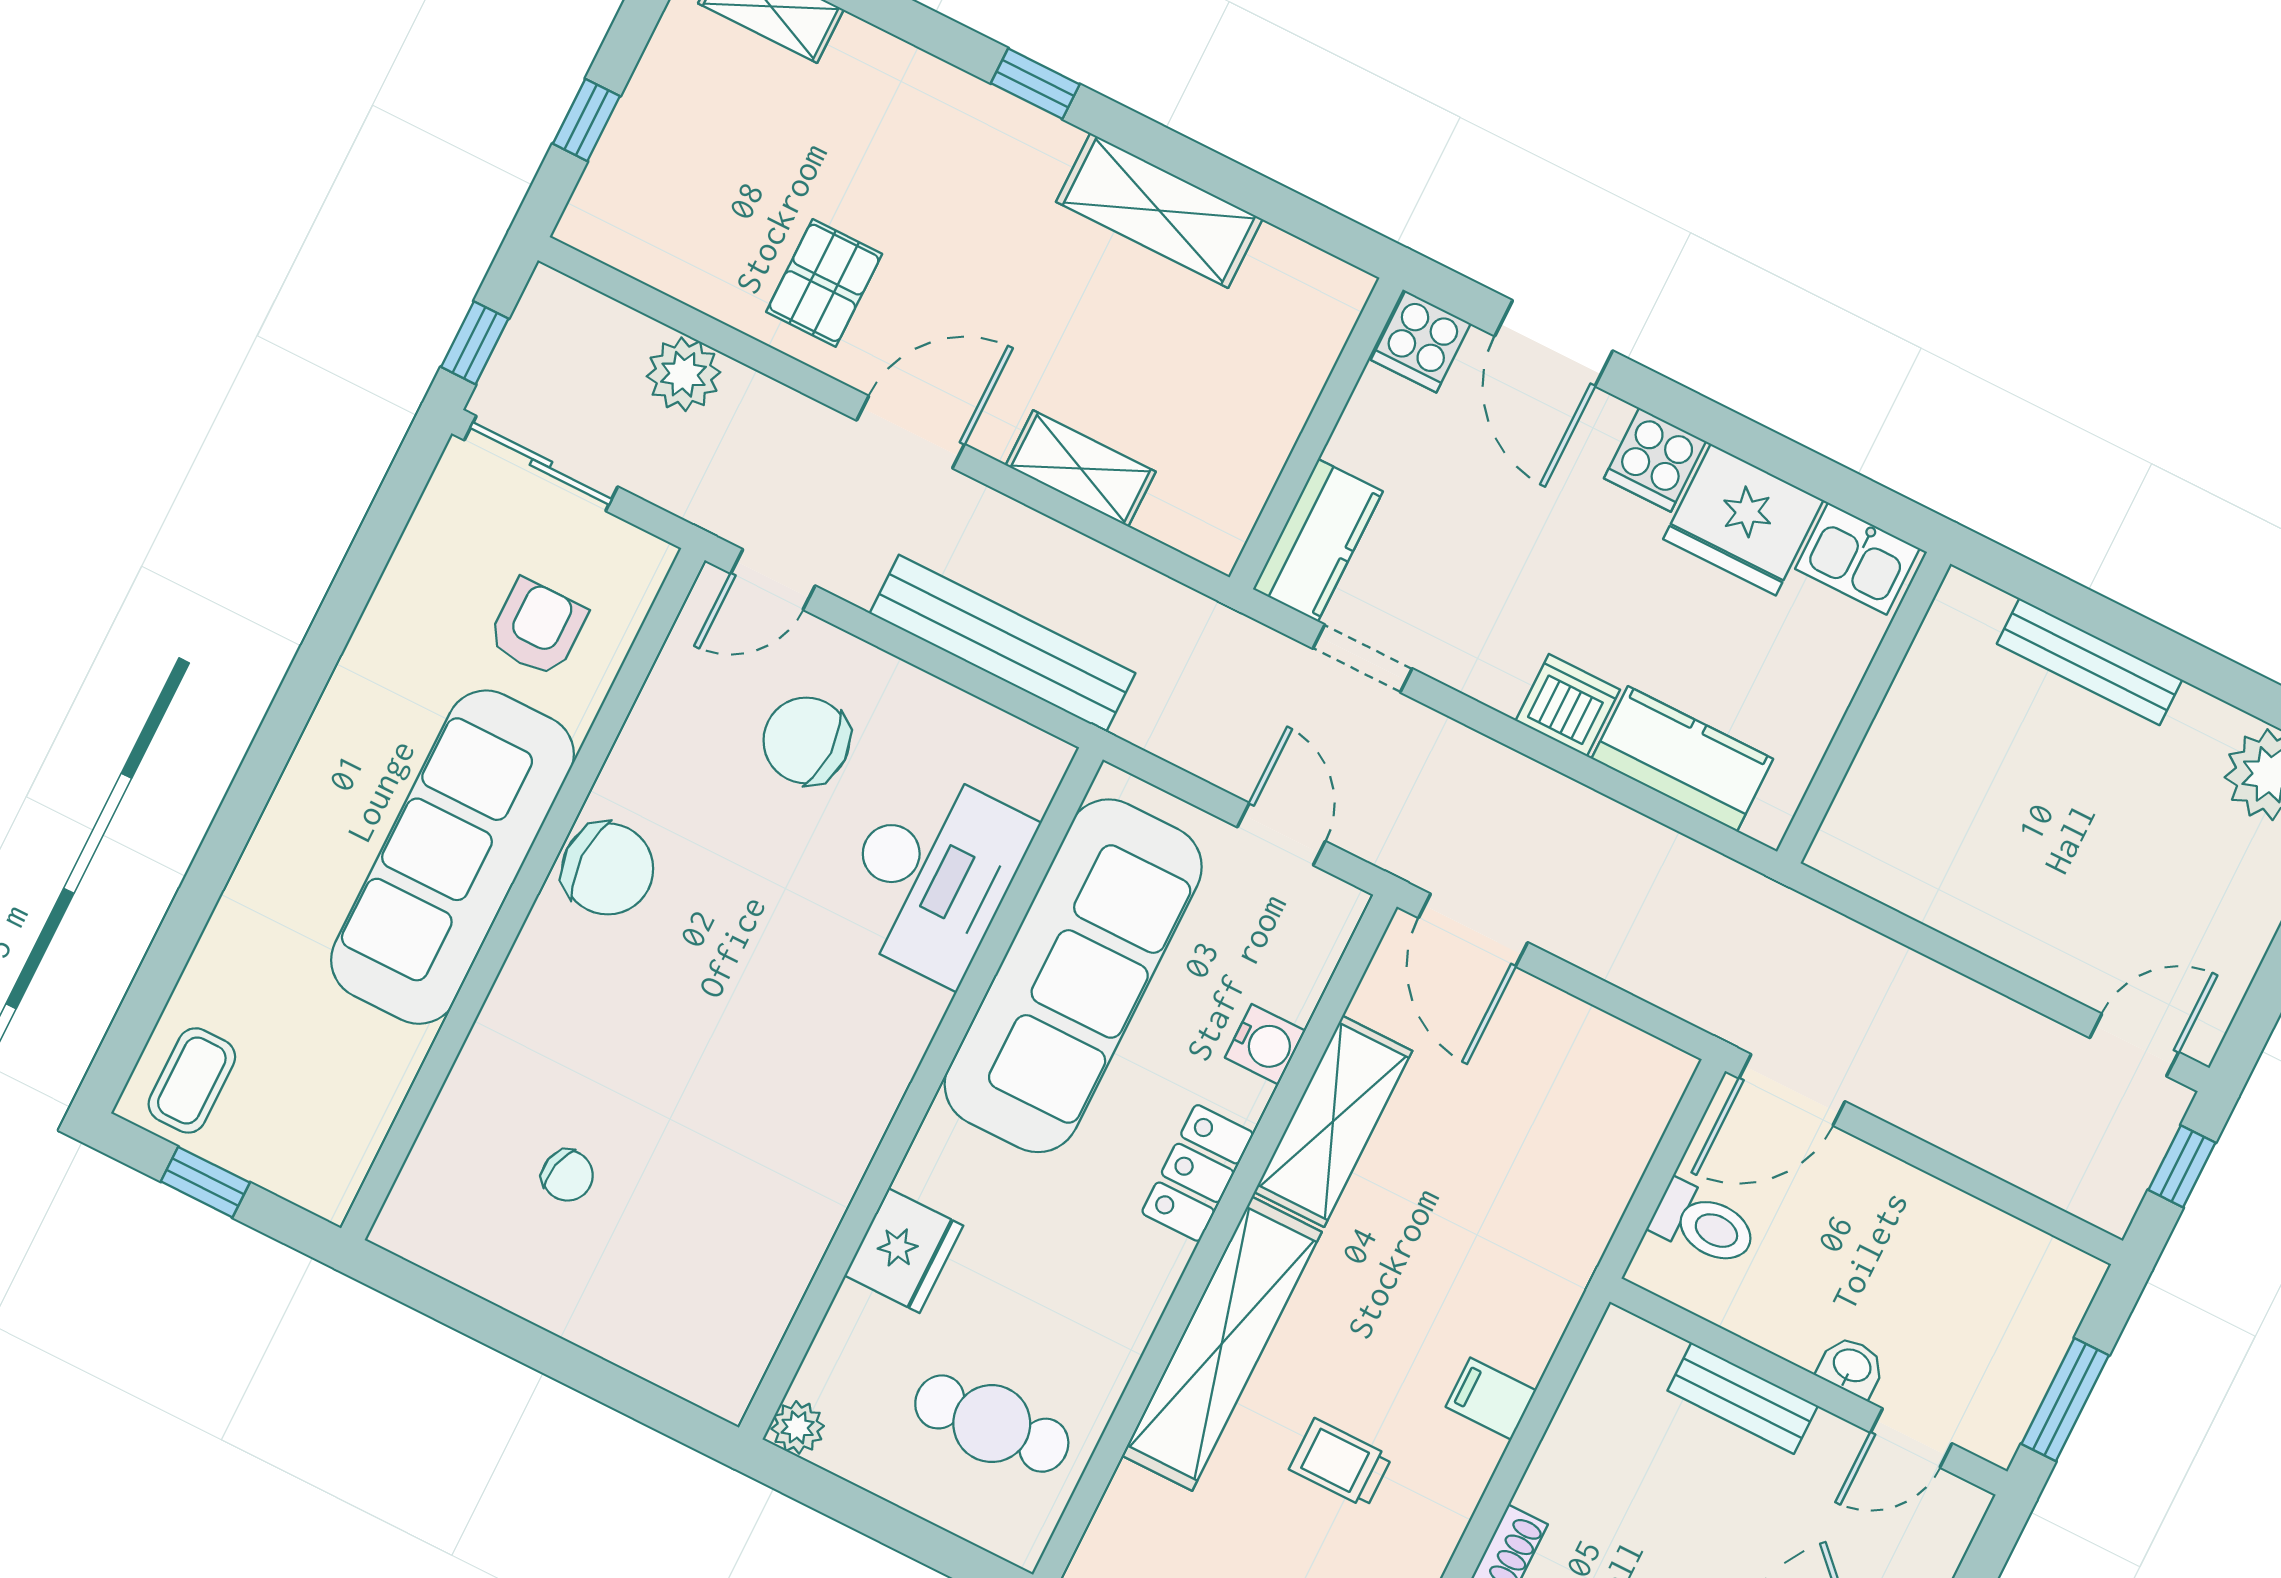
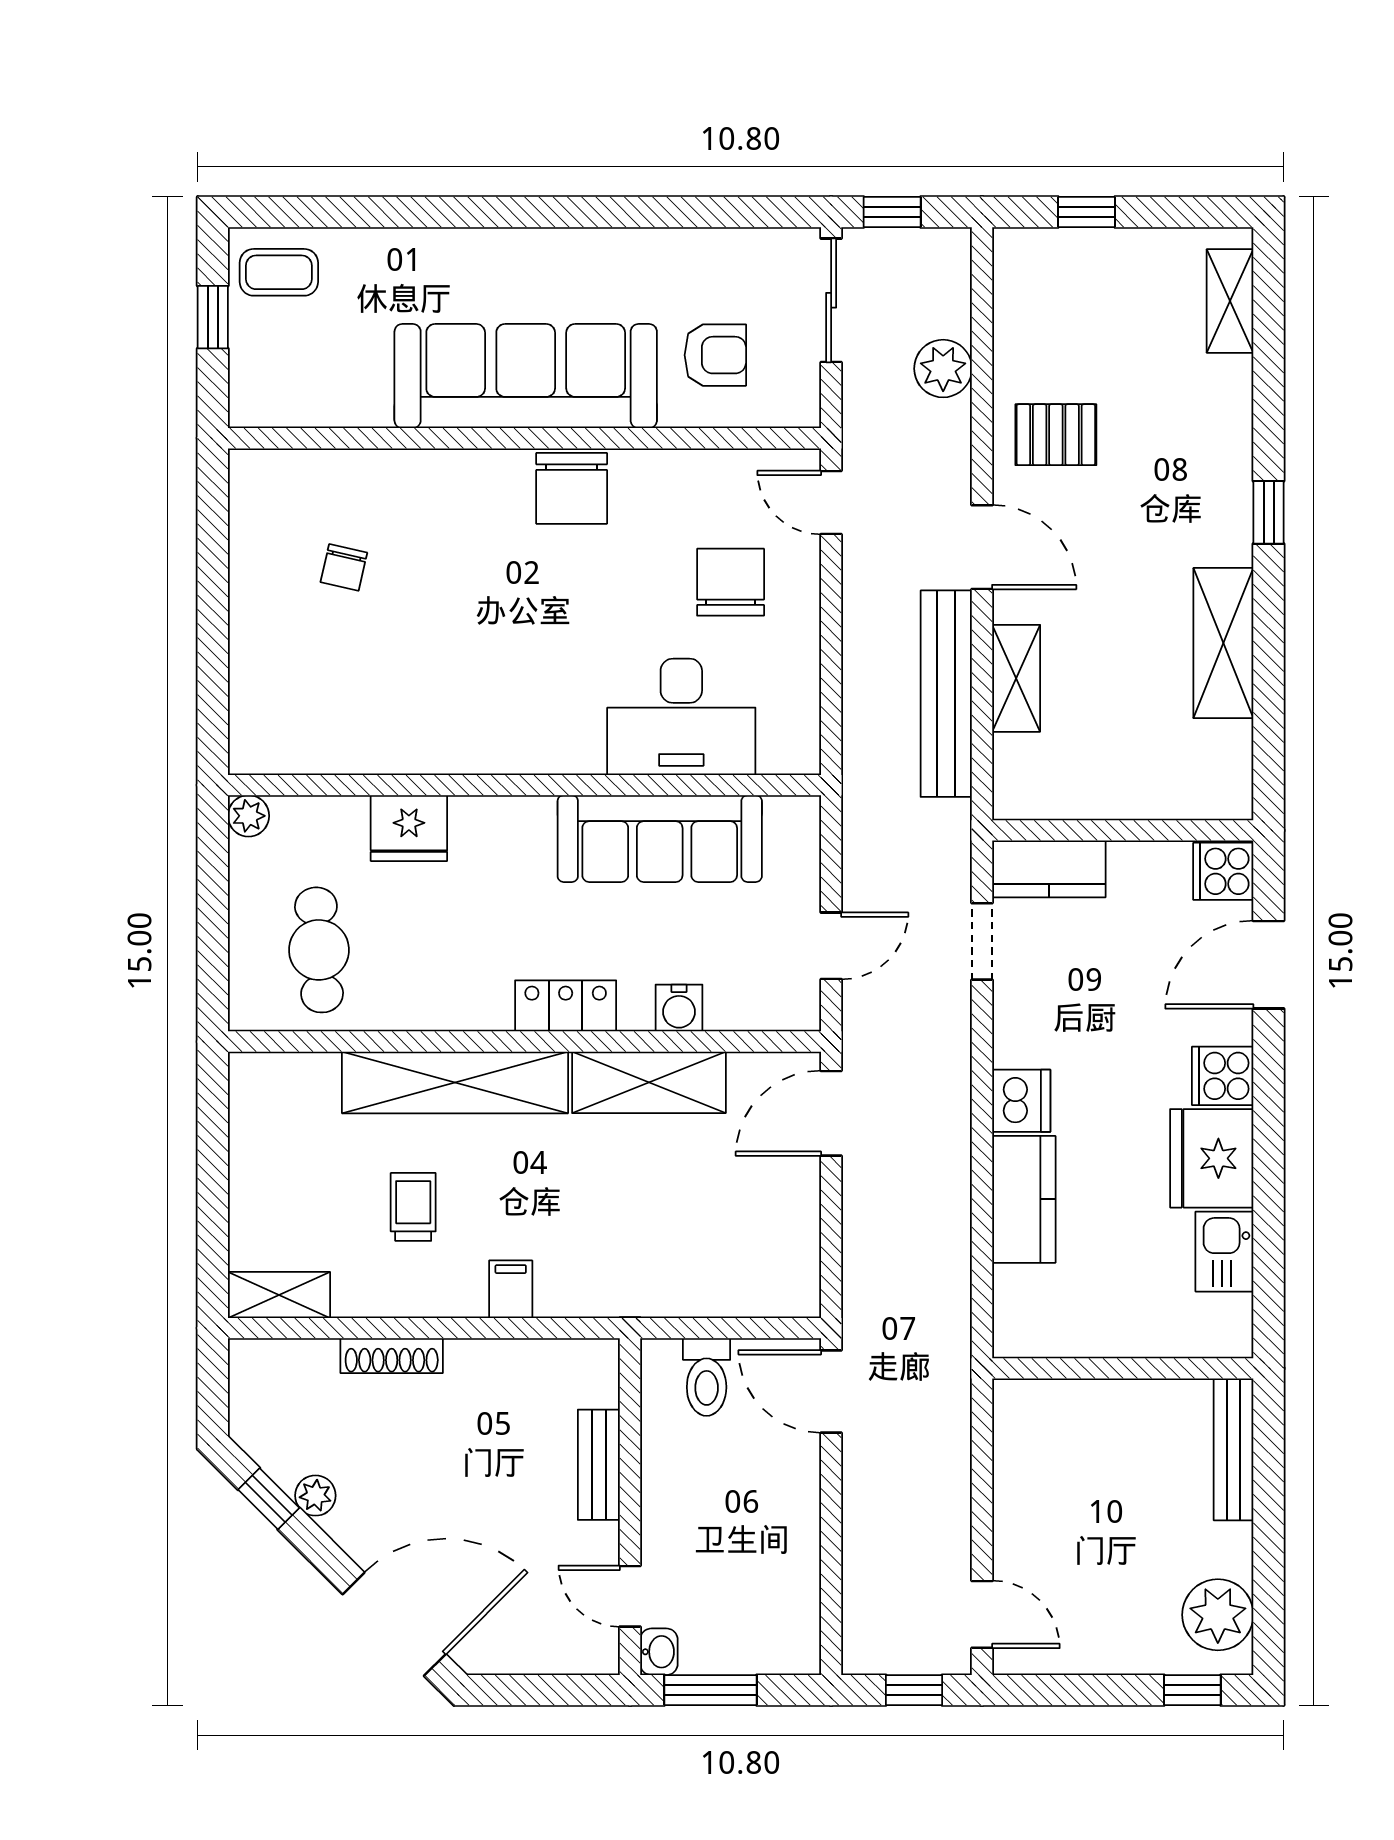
bench: (1002, 643) -> (946, 694), moved
wall: (1864, 708) -> (1123, 1368), moved
sofa: (1073, 976) -> (660, 839), width x0.74, depth x0.79
washbasin: (1852, 1367) -> (659, 1652), moved

